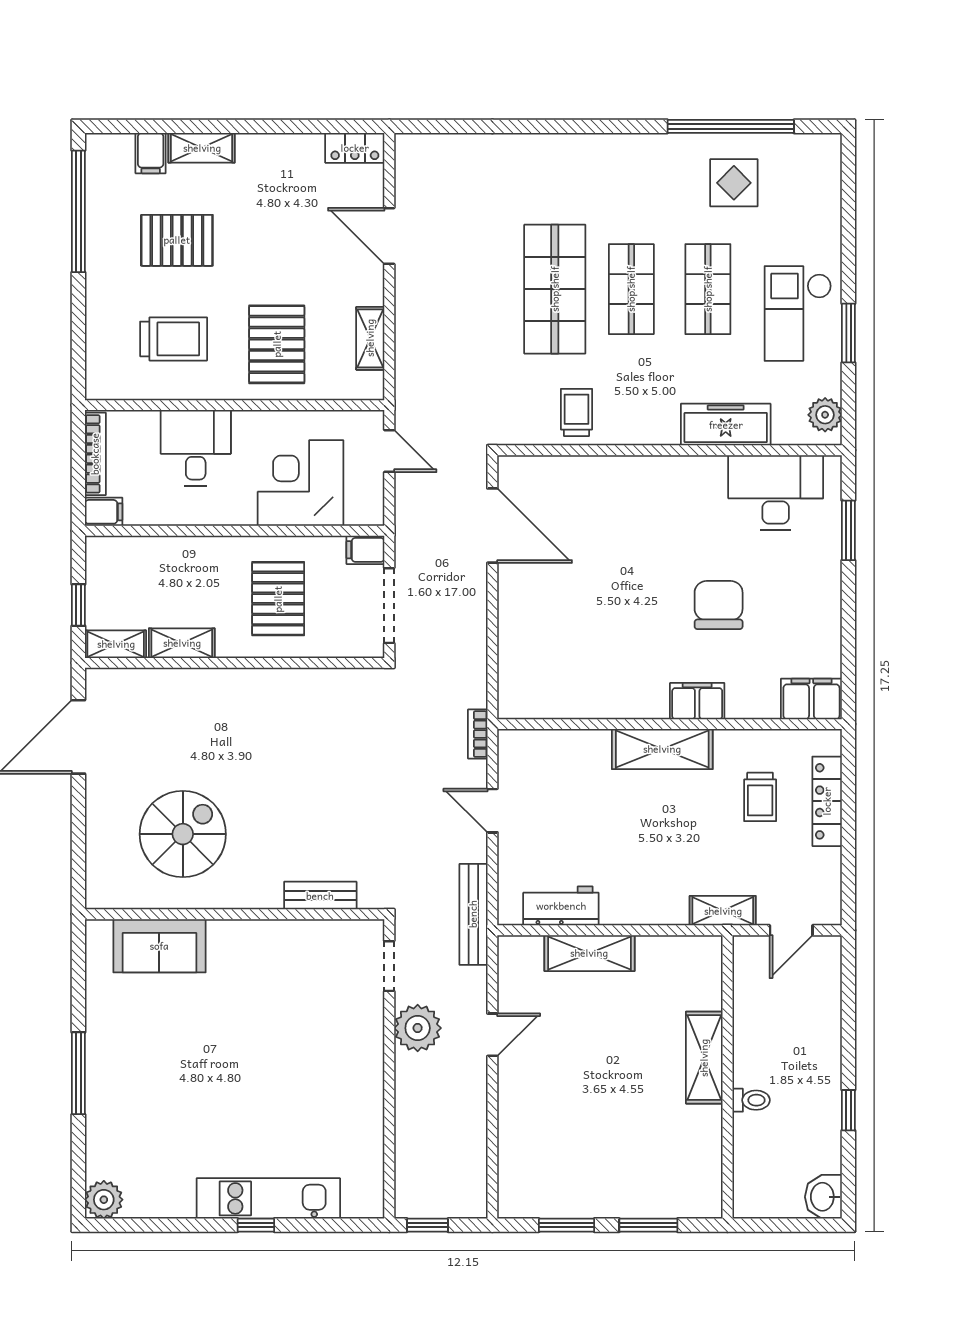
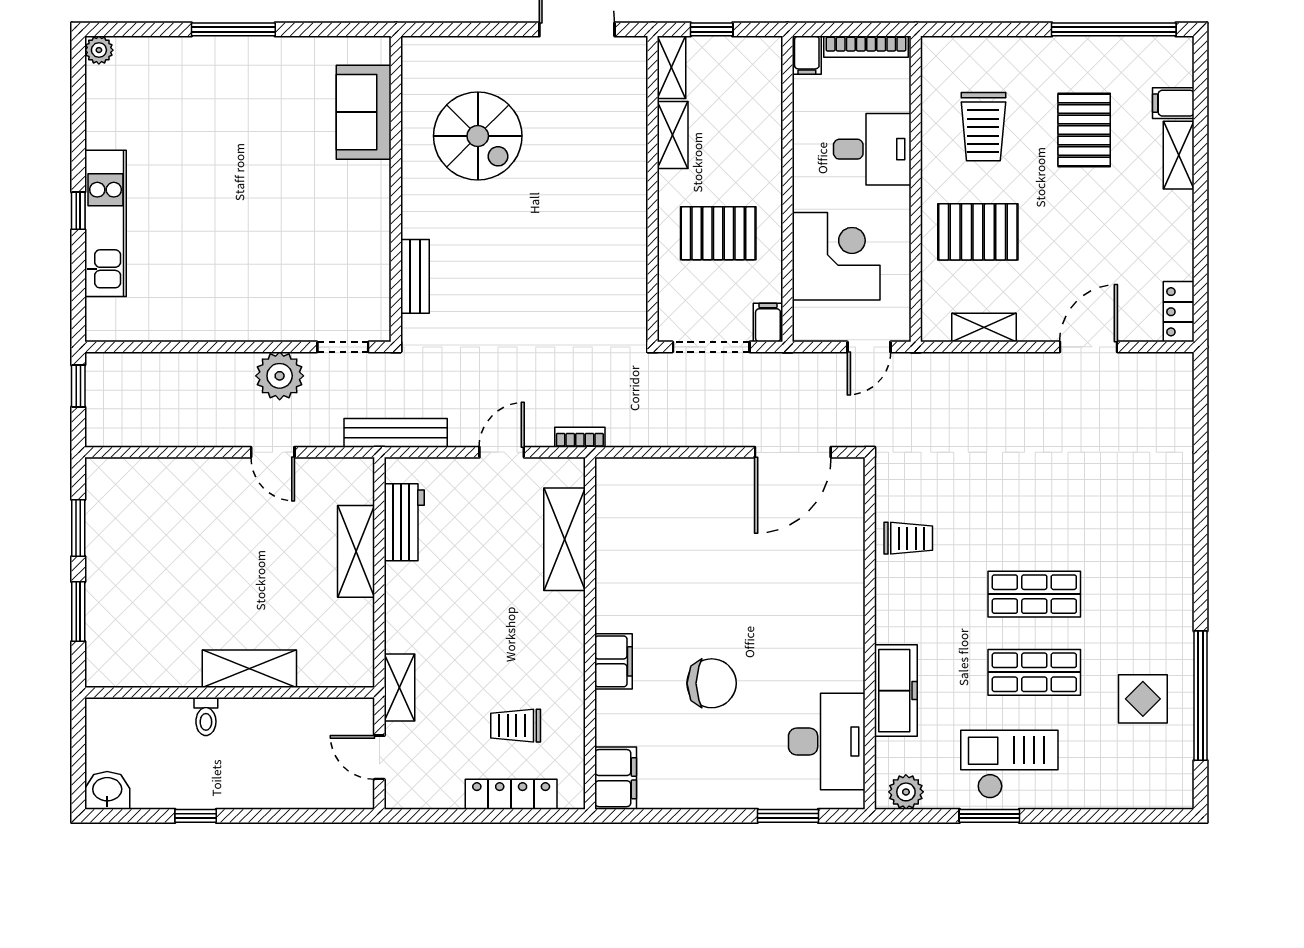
shop shelf: (555, 289) -> (1034, 516), removed
shelving: (662, 749) -> (564, 539), moved
plant: (104, 1200) -> (99, 50), width x0.73, depth x0.73

